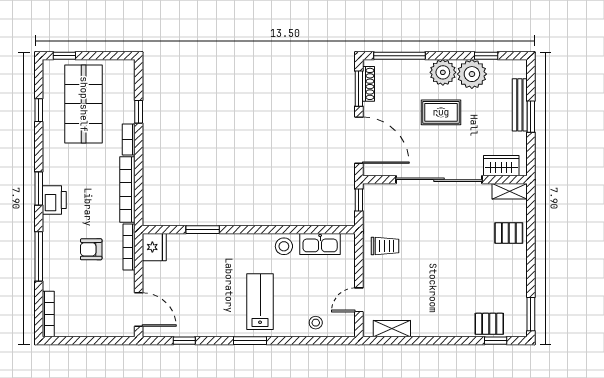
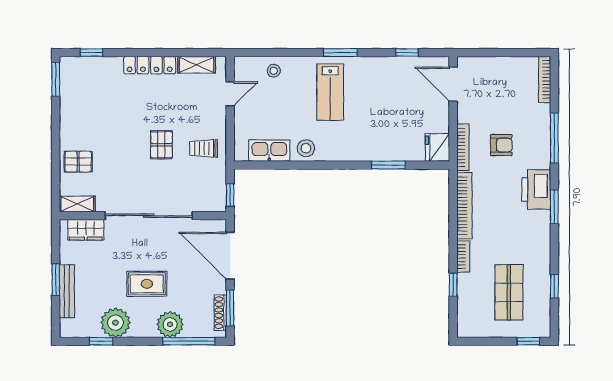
plant: (443, 72) -> (170, 324), moved
shop shelf: (84, 104) -> (509, 292), width x0.70, depth x0.74
printer: (54, 200) -> (536, 190), width x1.37, depth x1.19
pallet: (489, 324) -> (161, 145), moved, turned 90
locker: (438, 328) -> (150, 65), added

